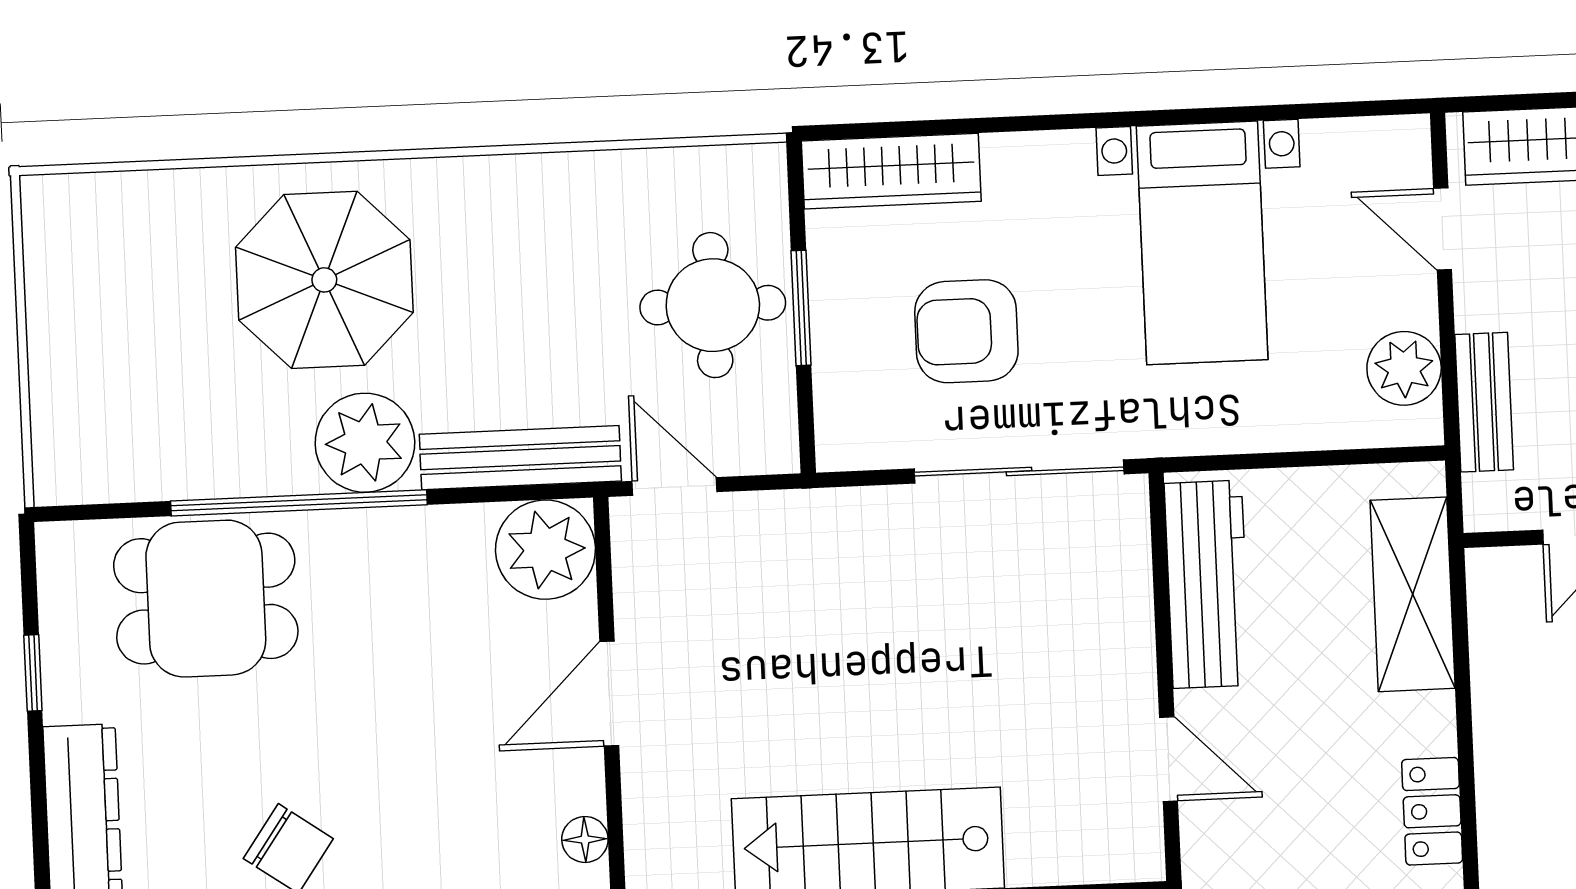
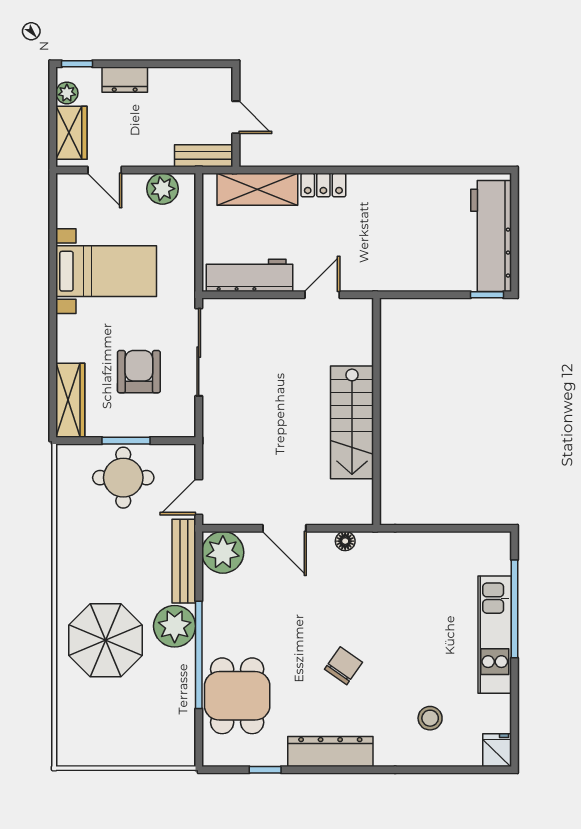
door: (1443, 229) -> (105, 170), hinge flipped
armchair: (966, 331) -> (139, 372), turned 180
bench: (1484, 402) -> (204, 156), moved
locker: (1432, 811) -> (323, 185), moved

